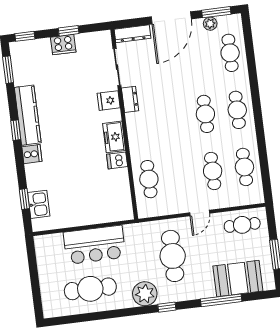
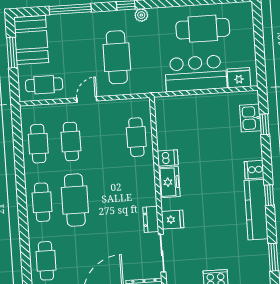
cafe table: (205, 114) -> (75, 200), width x1.37, depth x1.35
fridge: (52, 243) -> (239, 78), added
booth: (238, 279) -> (31, 40), moved, turned 90
plant: (145, 294) -> (141, 15), width x0.53, depth x0.53

